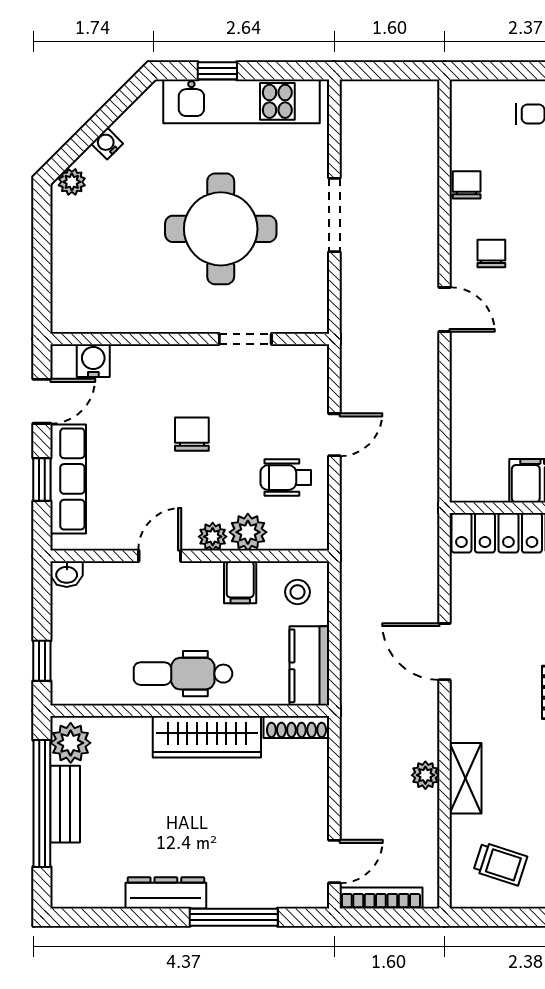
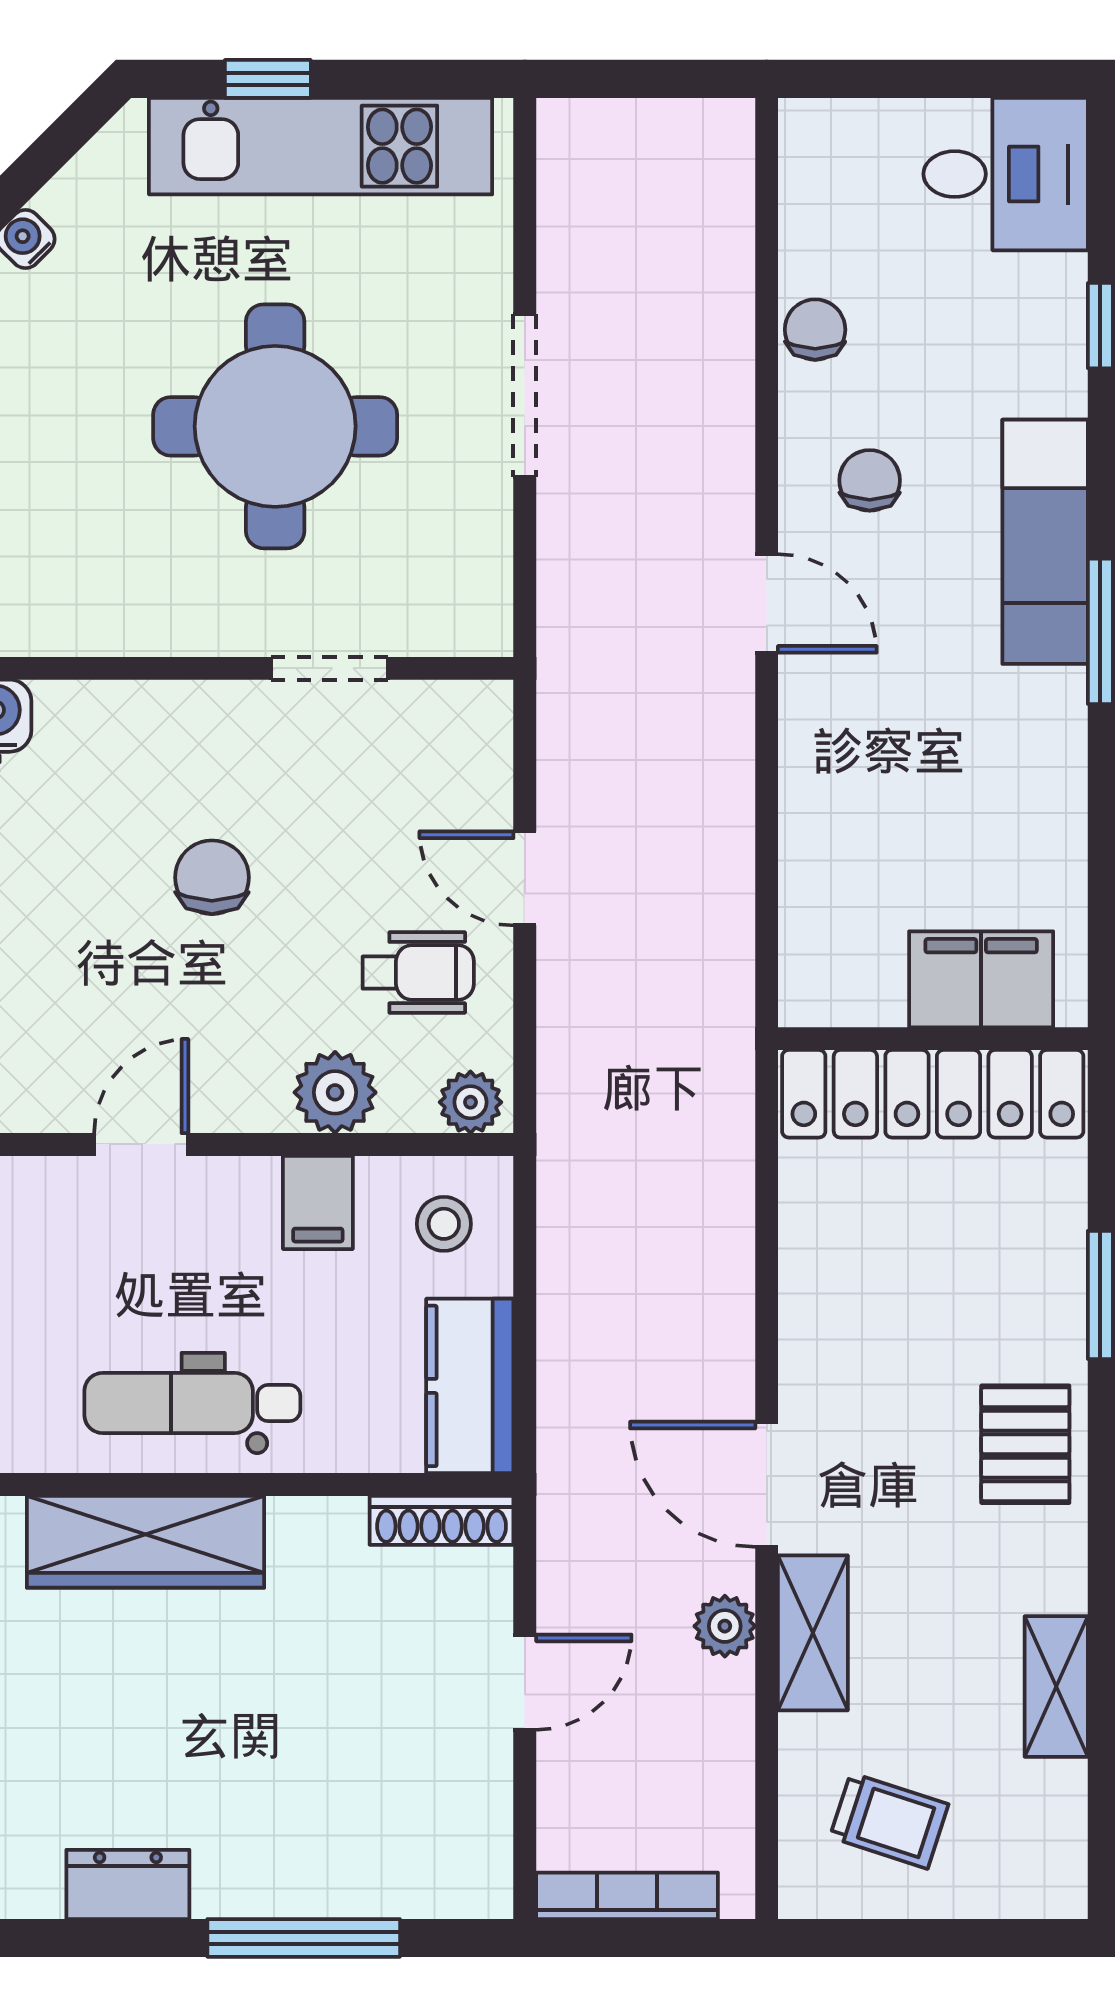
door: (334, 435) -> (525, 878), swing flipped
wheelchair: (286, 478) -> (418, 973), turned 180
plant: (213, 537) -> (470, 1102), moved
door: (445, 652) -> (767, 1484), moved
wardrobe: (207, 737) -> (145, 1542), moved
door: (334, 862) -> (525, 1682), moved
dresser: (166, 893) -> (128, 1884), width x0.70

